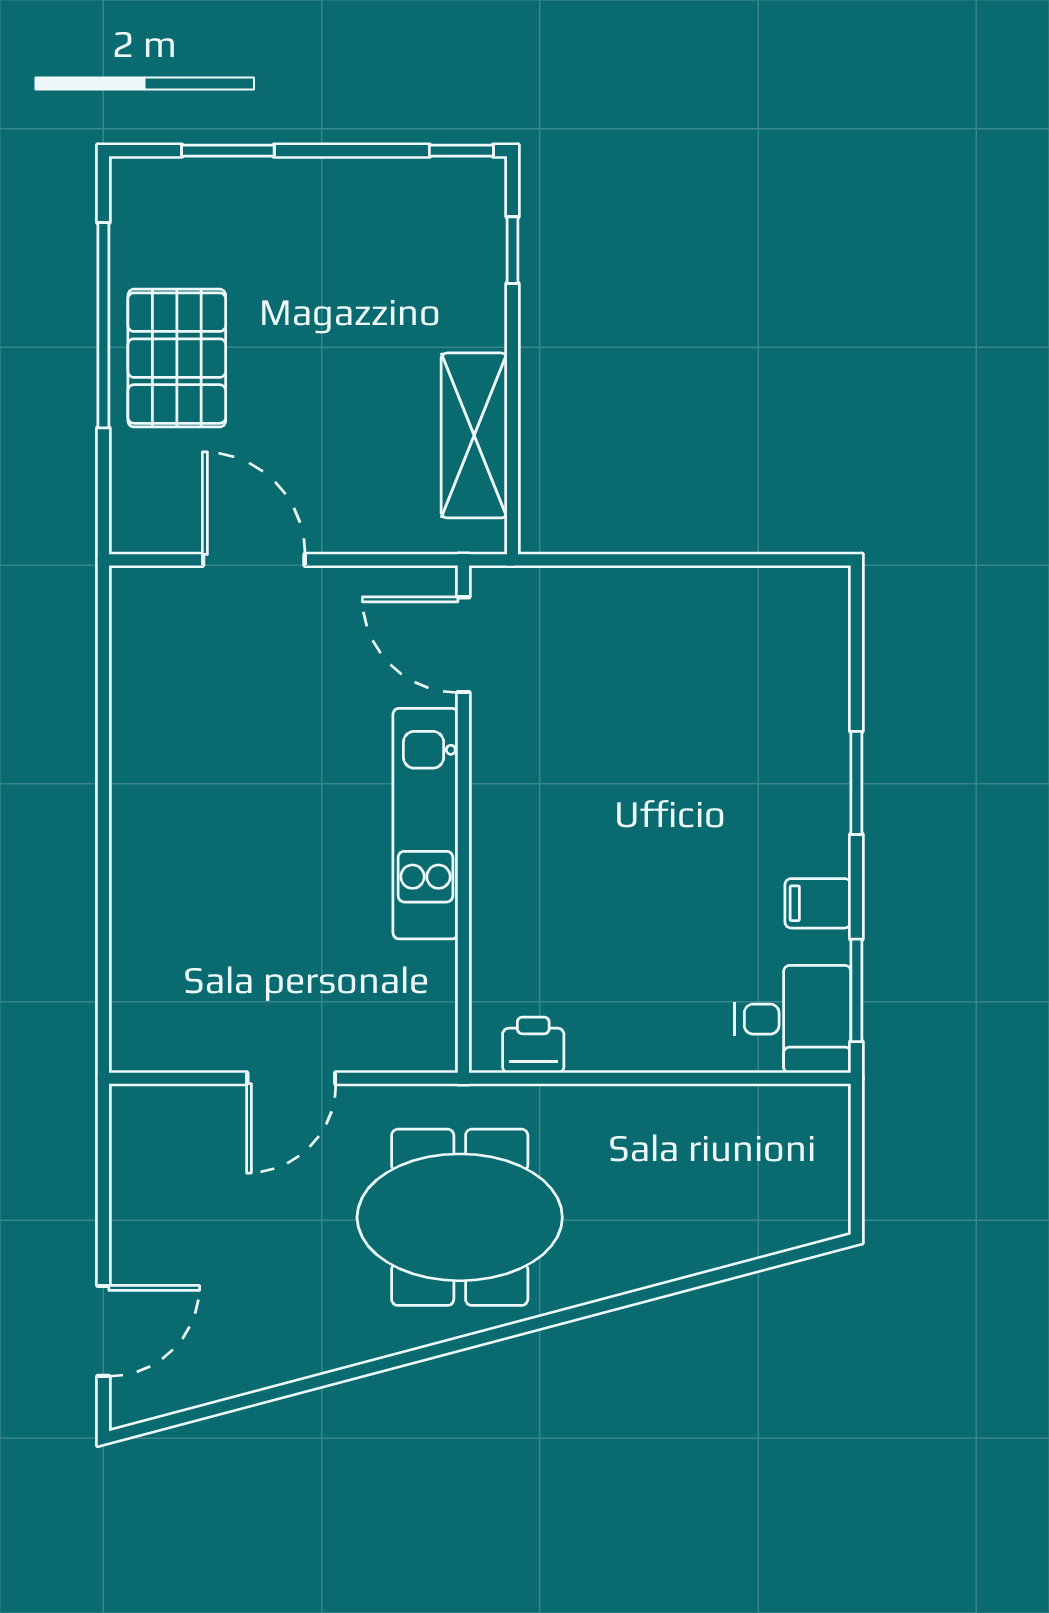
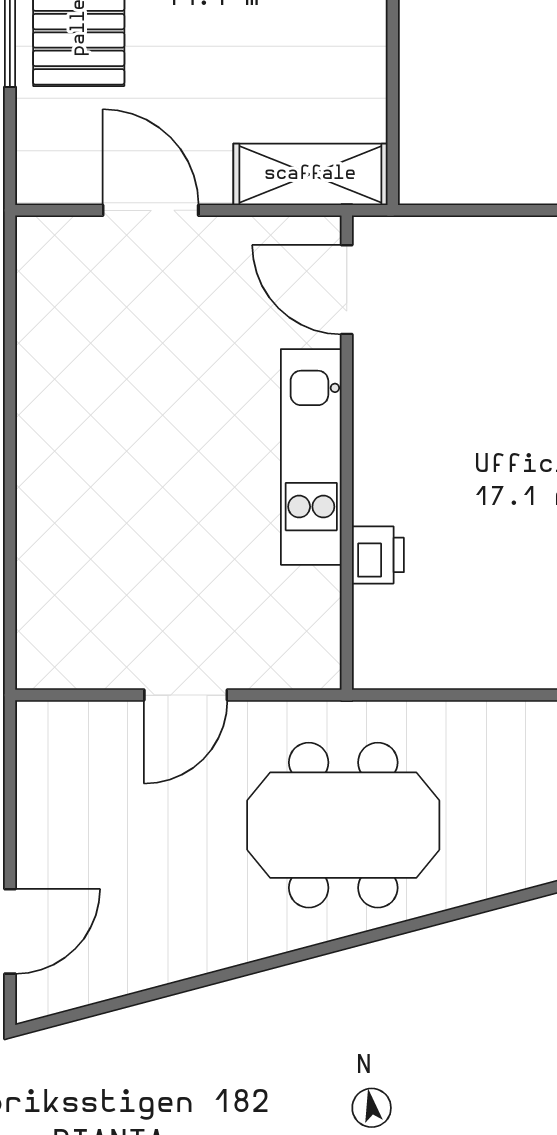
shelving: (474, 435) -> (310, 174), moved, turned 90
printer: (533, 1045) -> (378, 555), moved, turned 90

